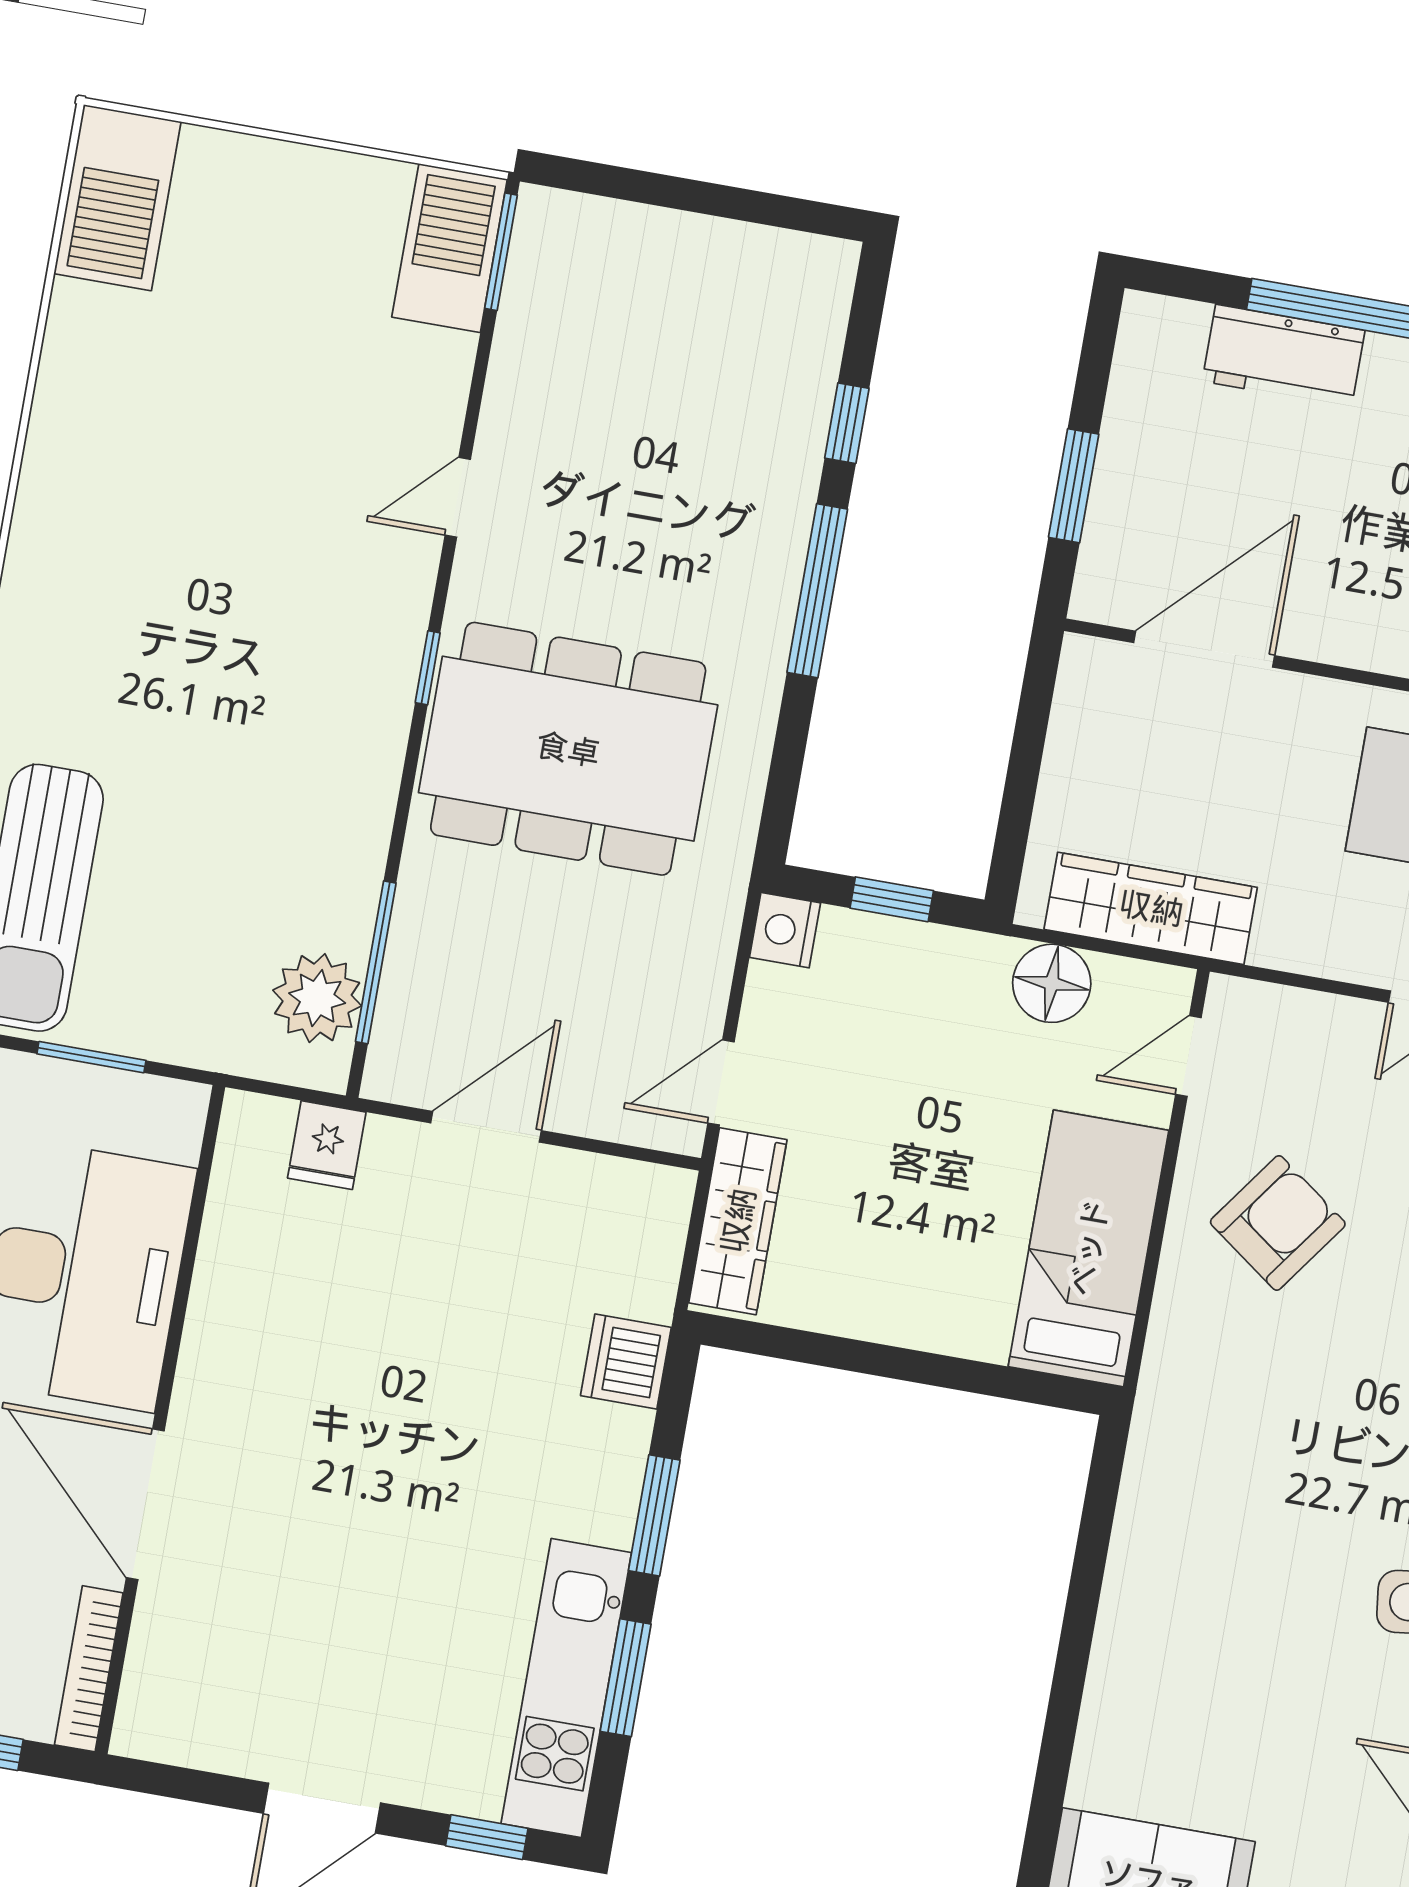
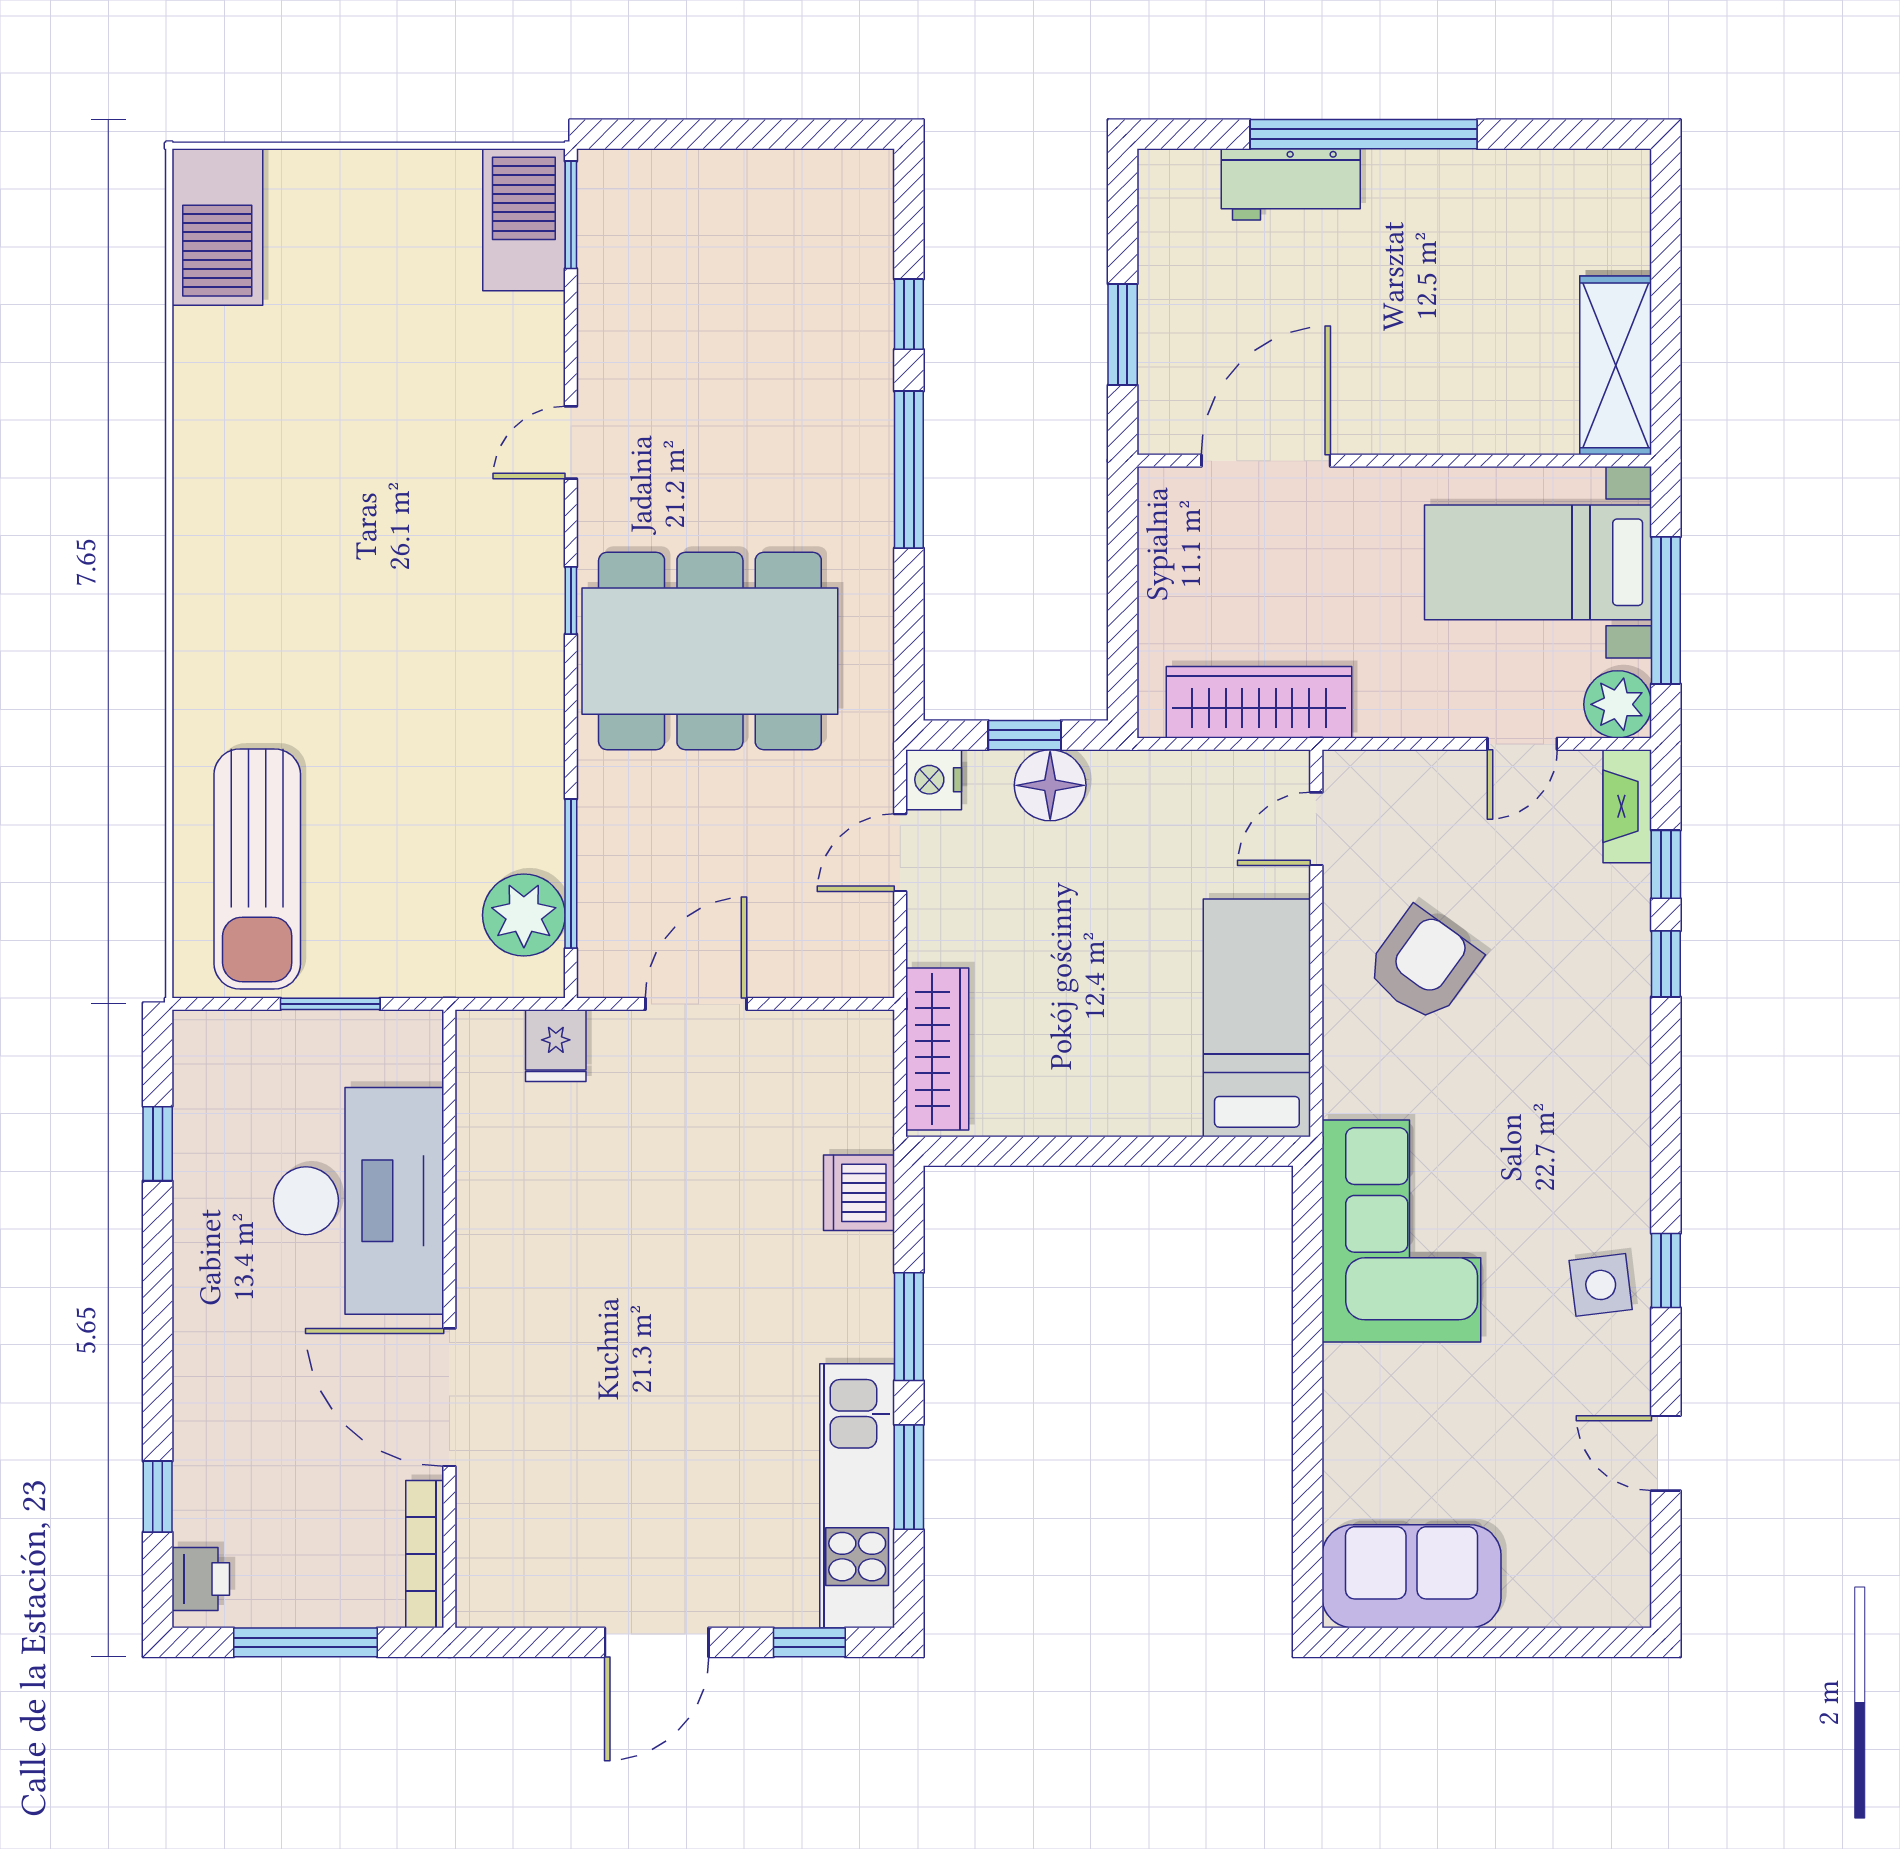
floor lamp: (1052, 983) -> (1050, 785), moved
door: (721, 1082) -> (900, 853), moved
corner sofa: (1204, 1506) -> (1401, 1231), added

